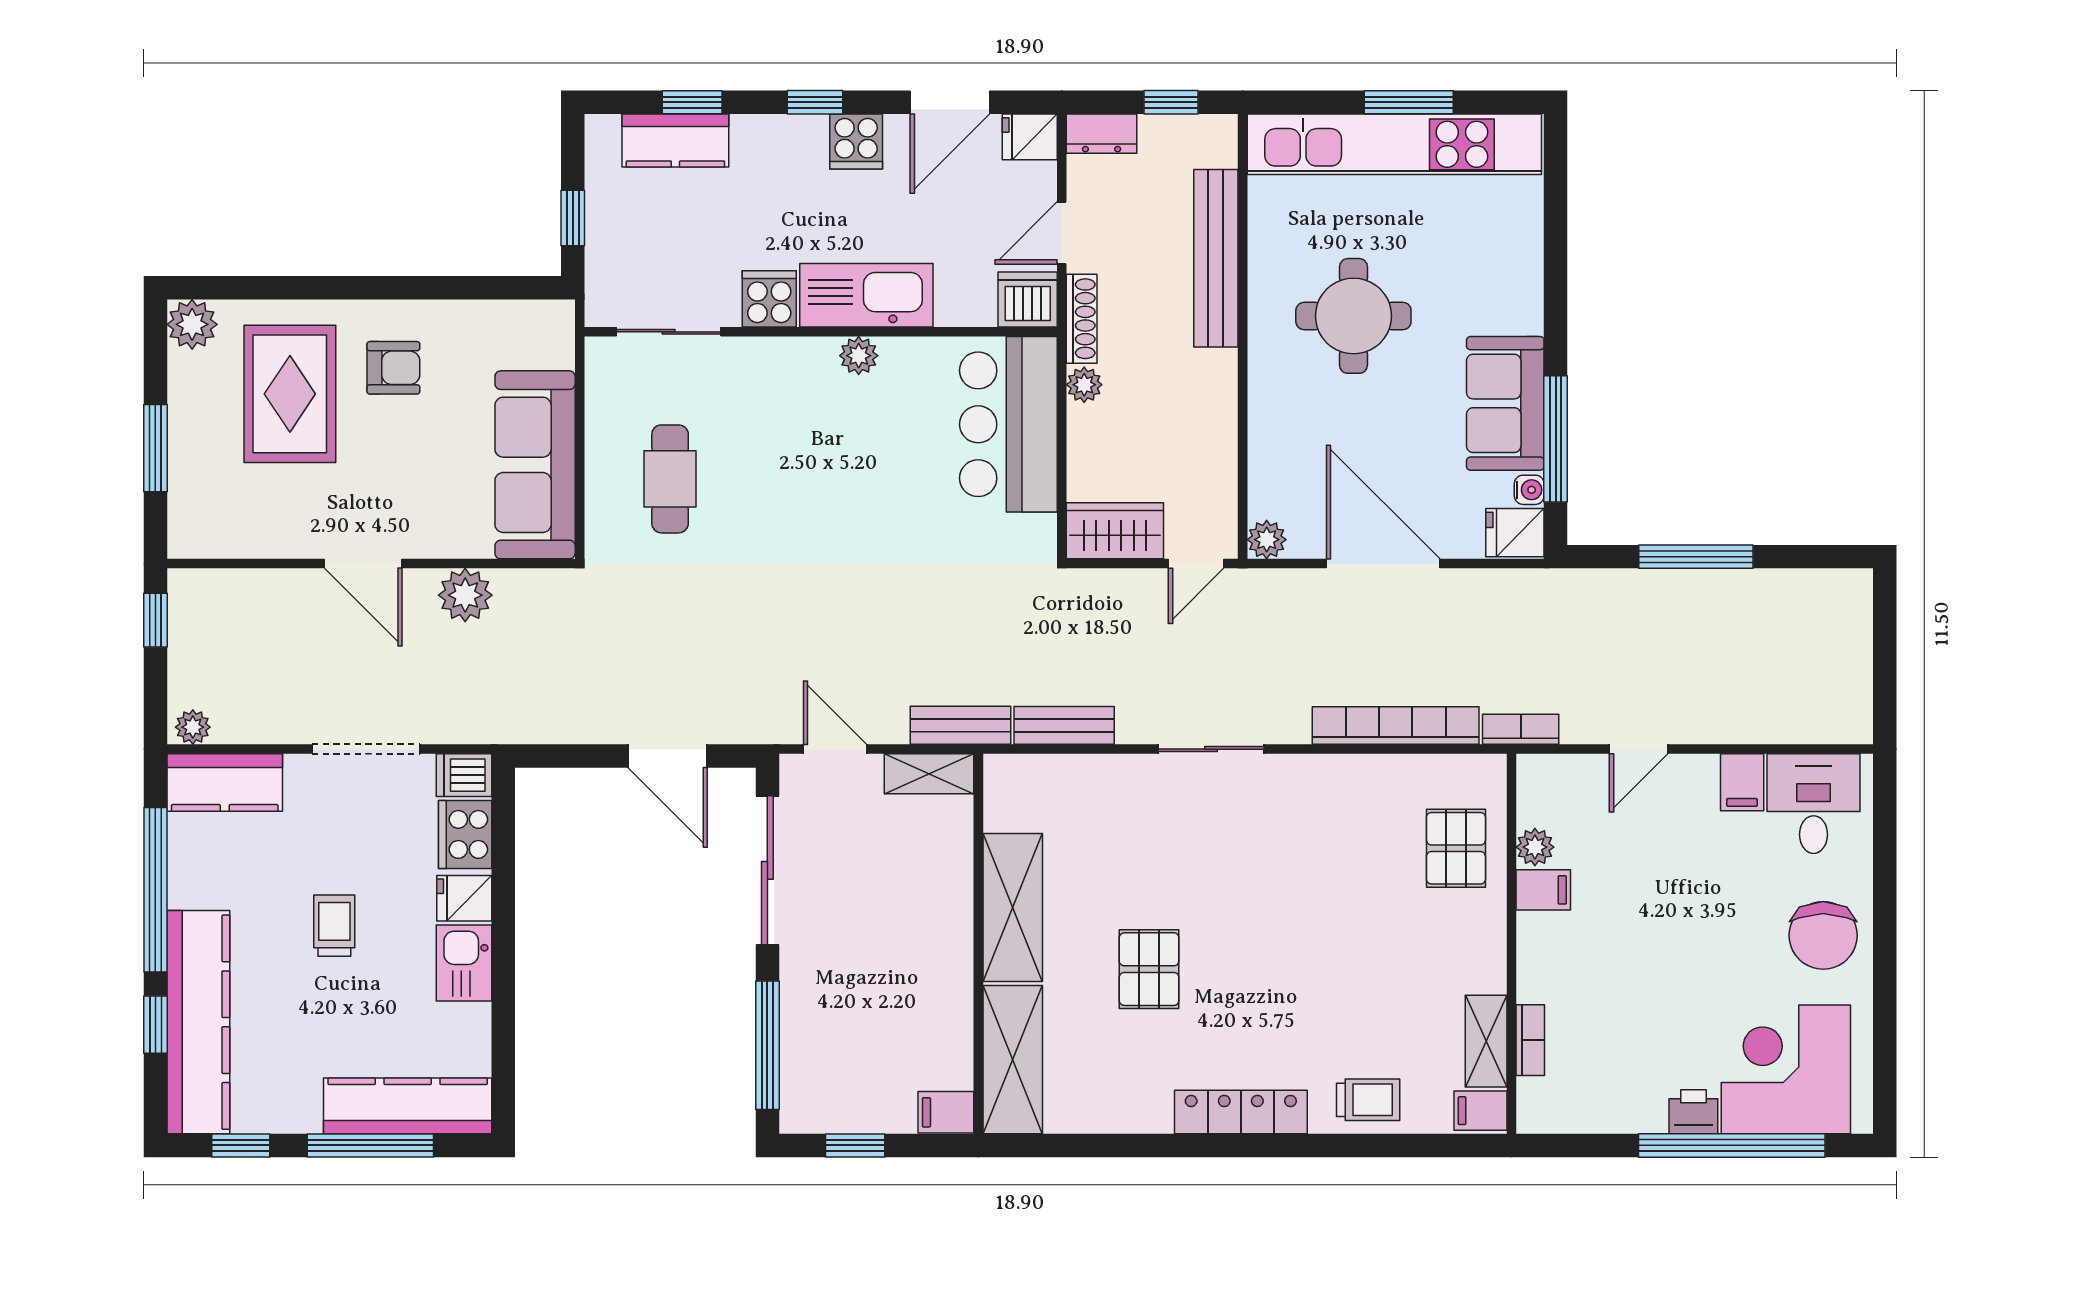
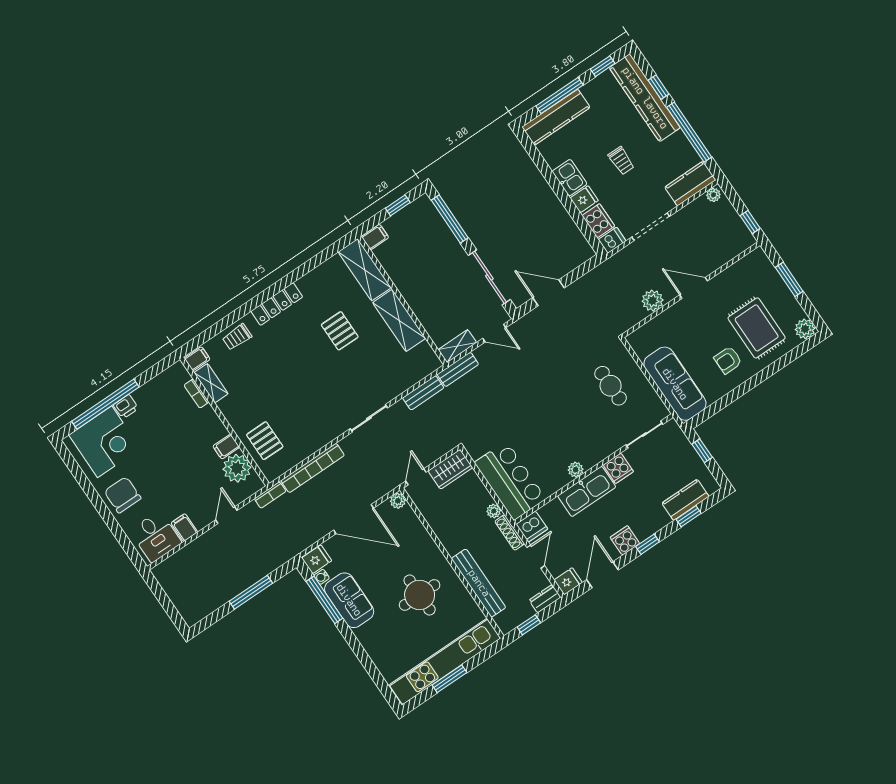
sofa: (535, 465) -> (675, 384), moved
plant: (1535, 847) -> (237, 468), width x1.88, depth x1.88

